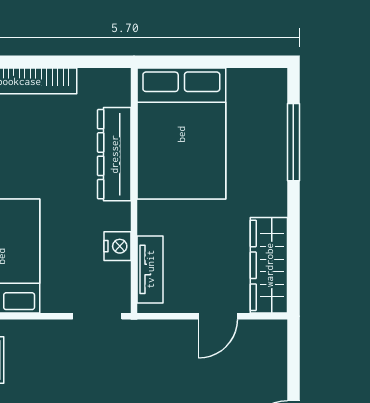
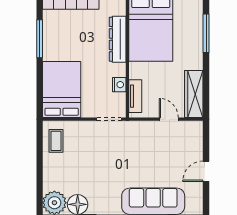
door: (218, 316) -> (169, 119), swing flipped

